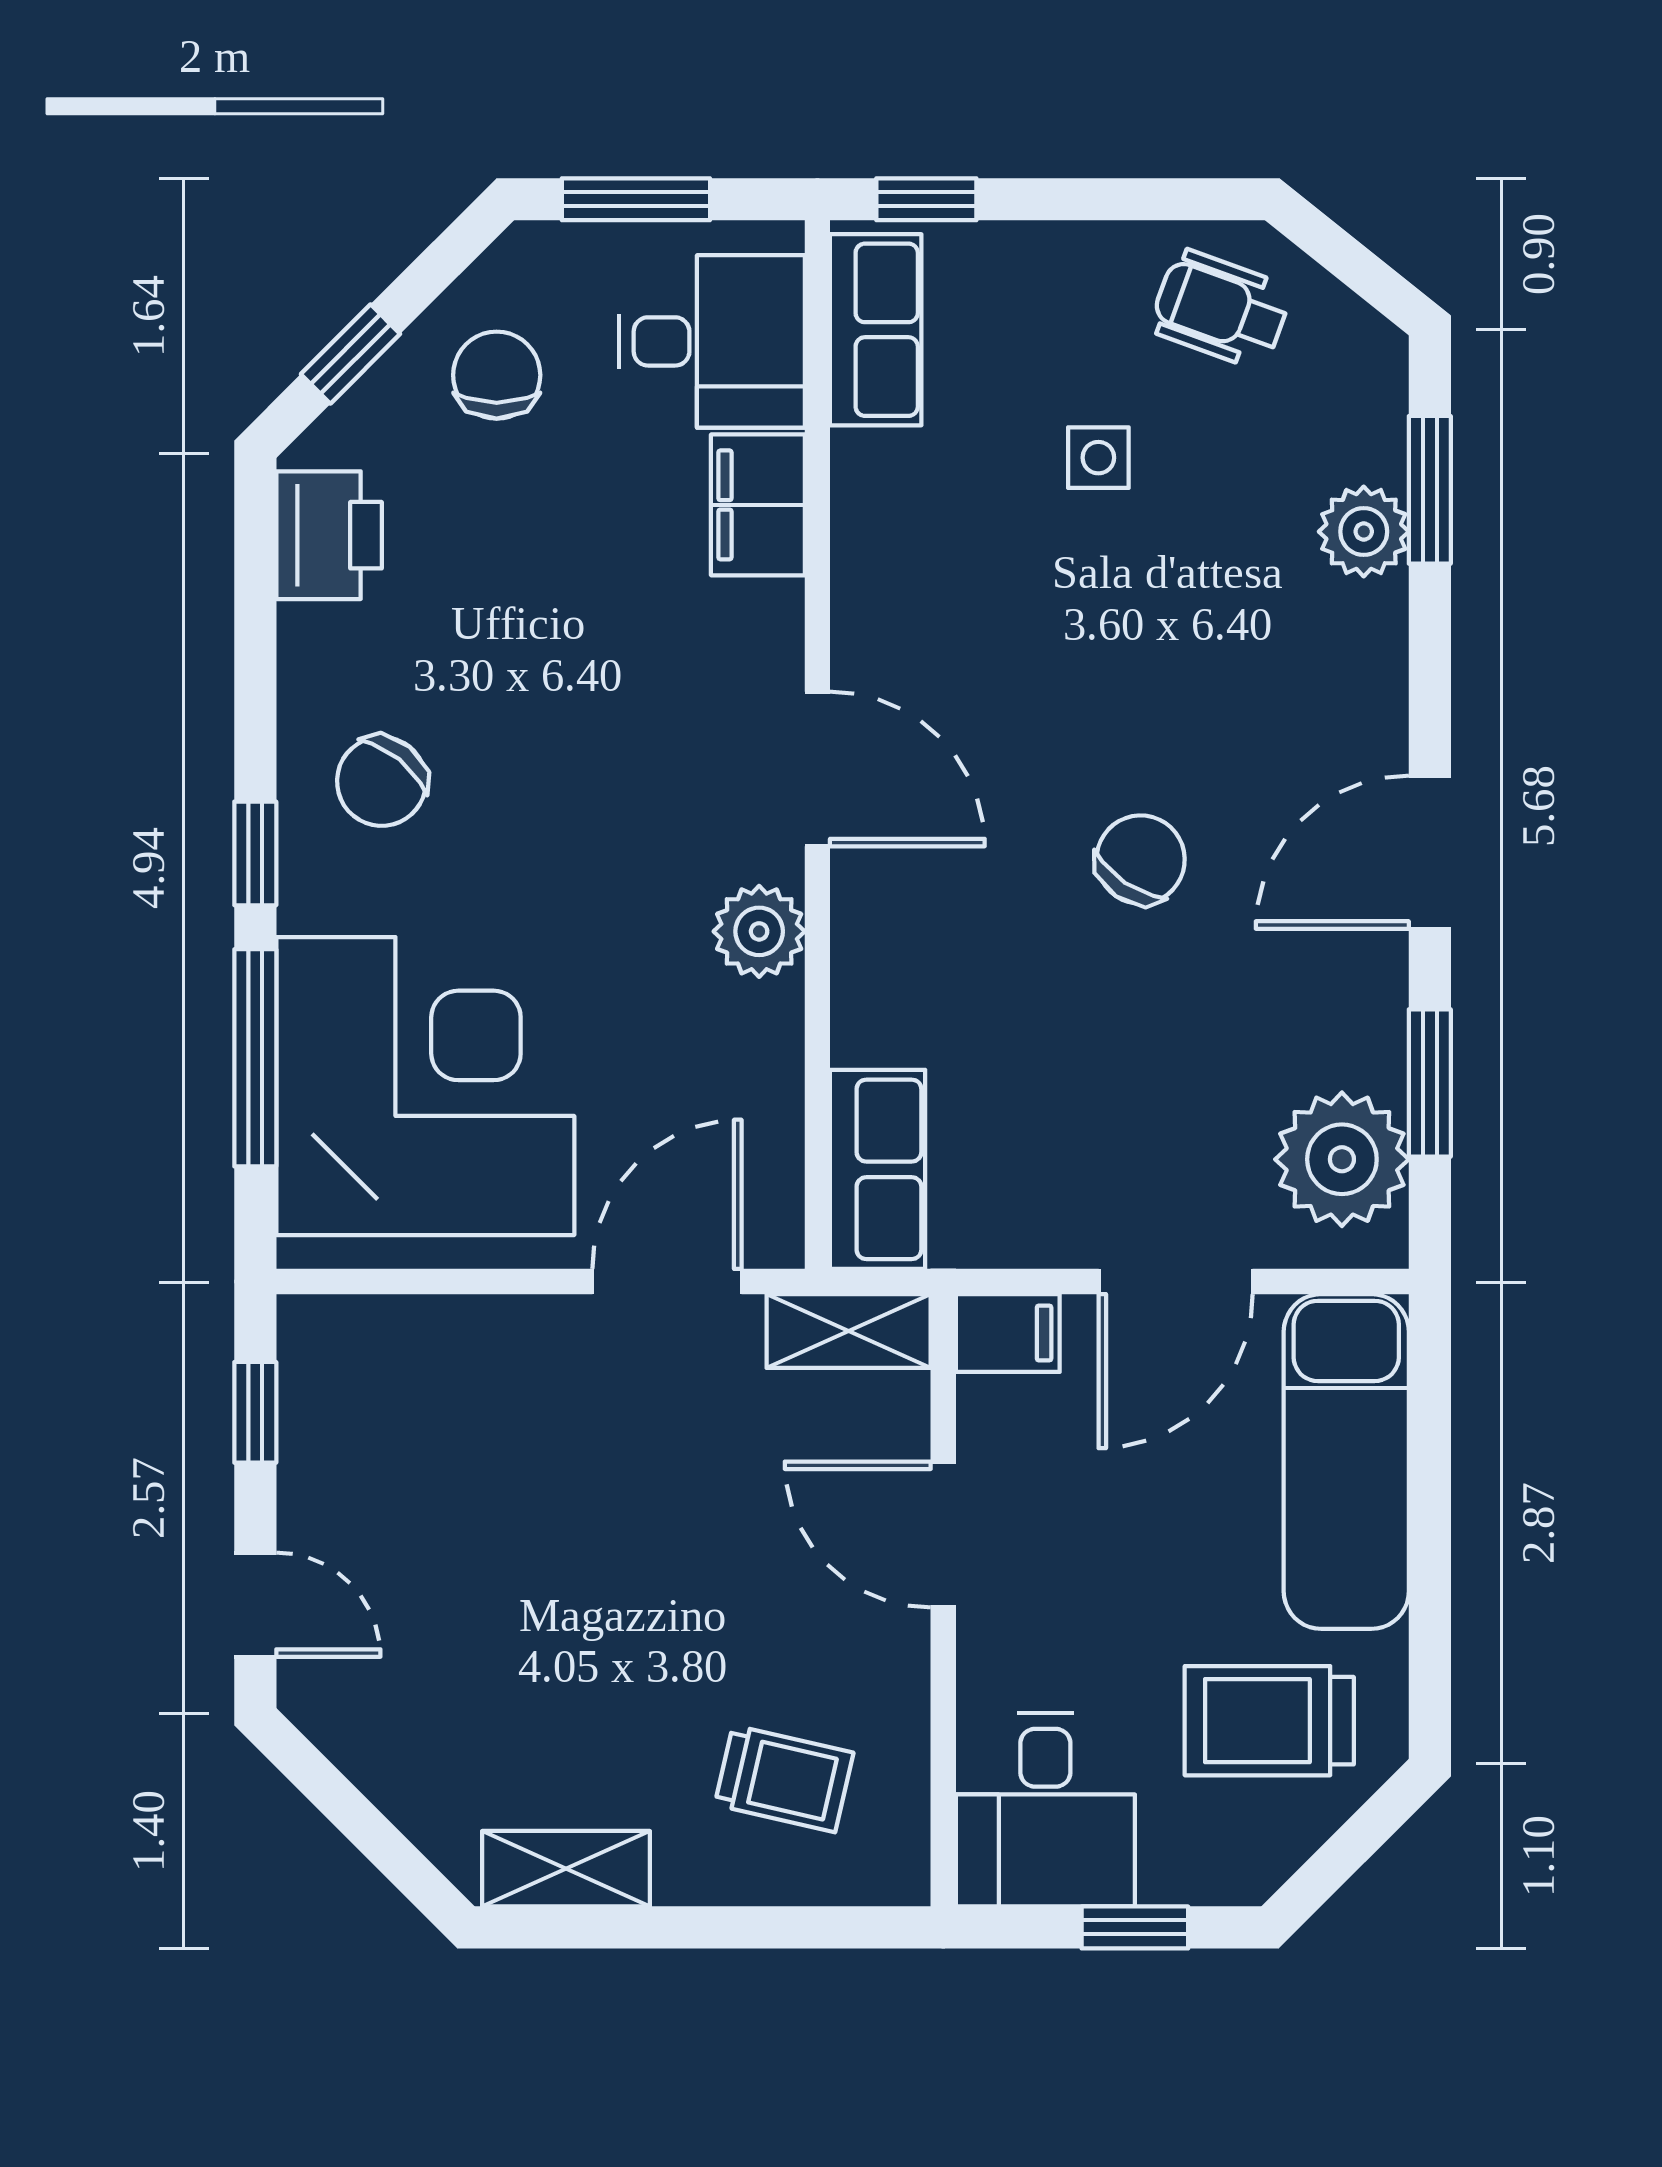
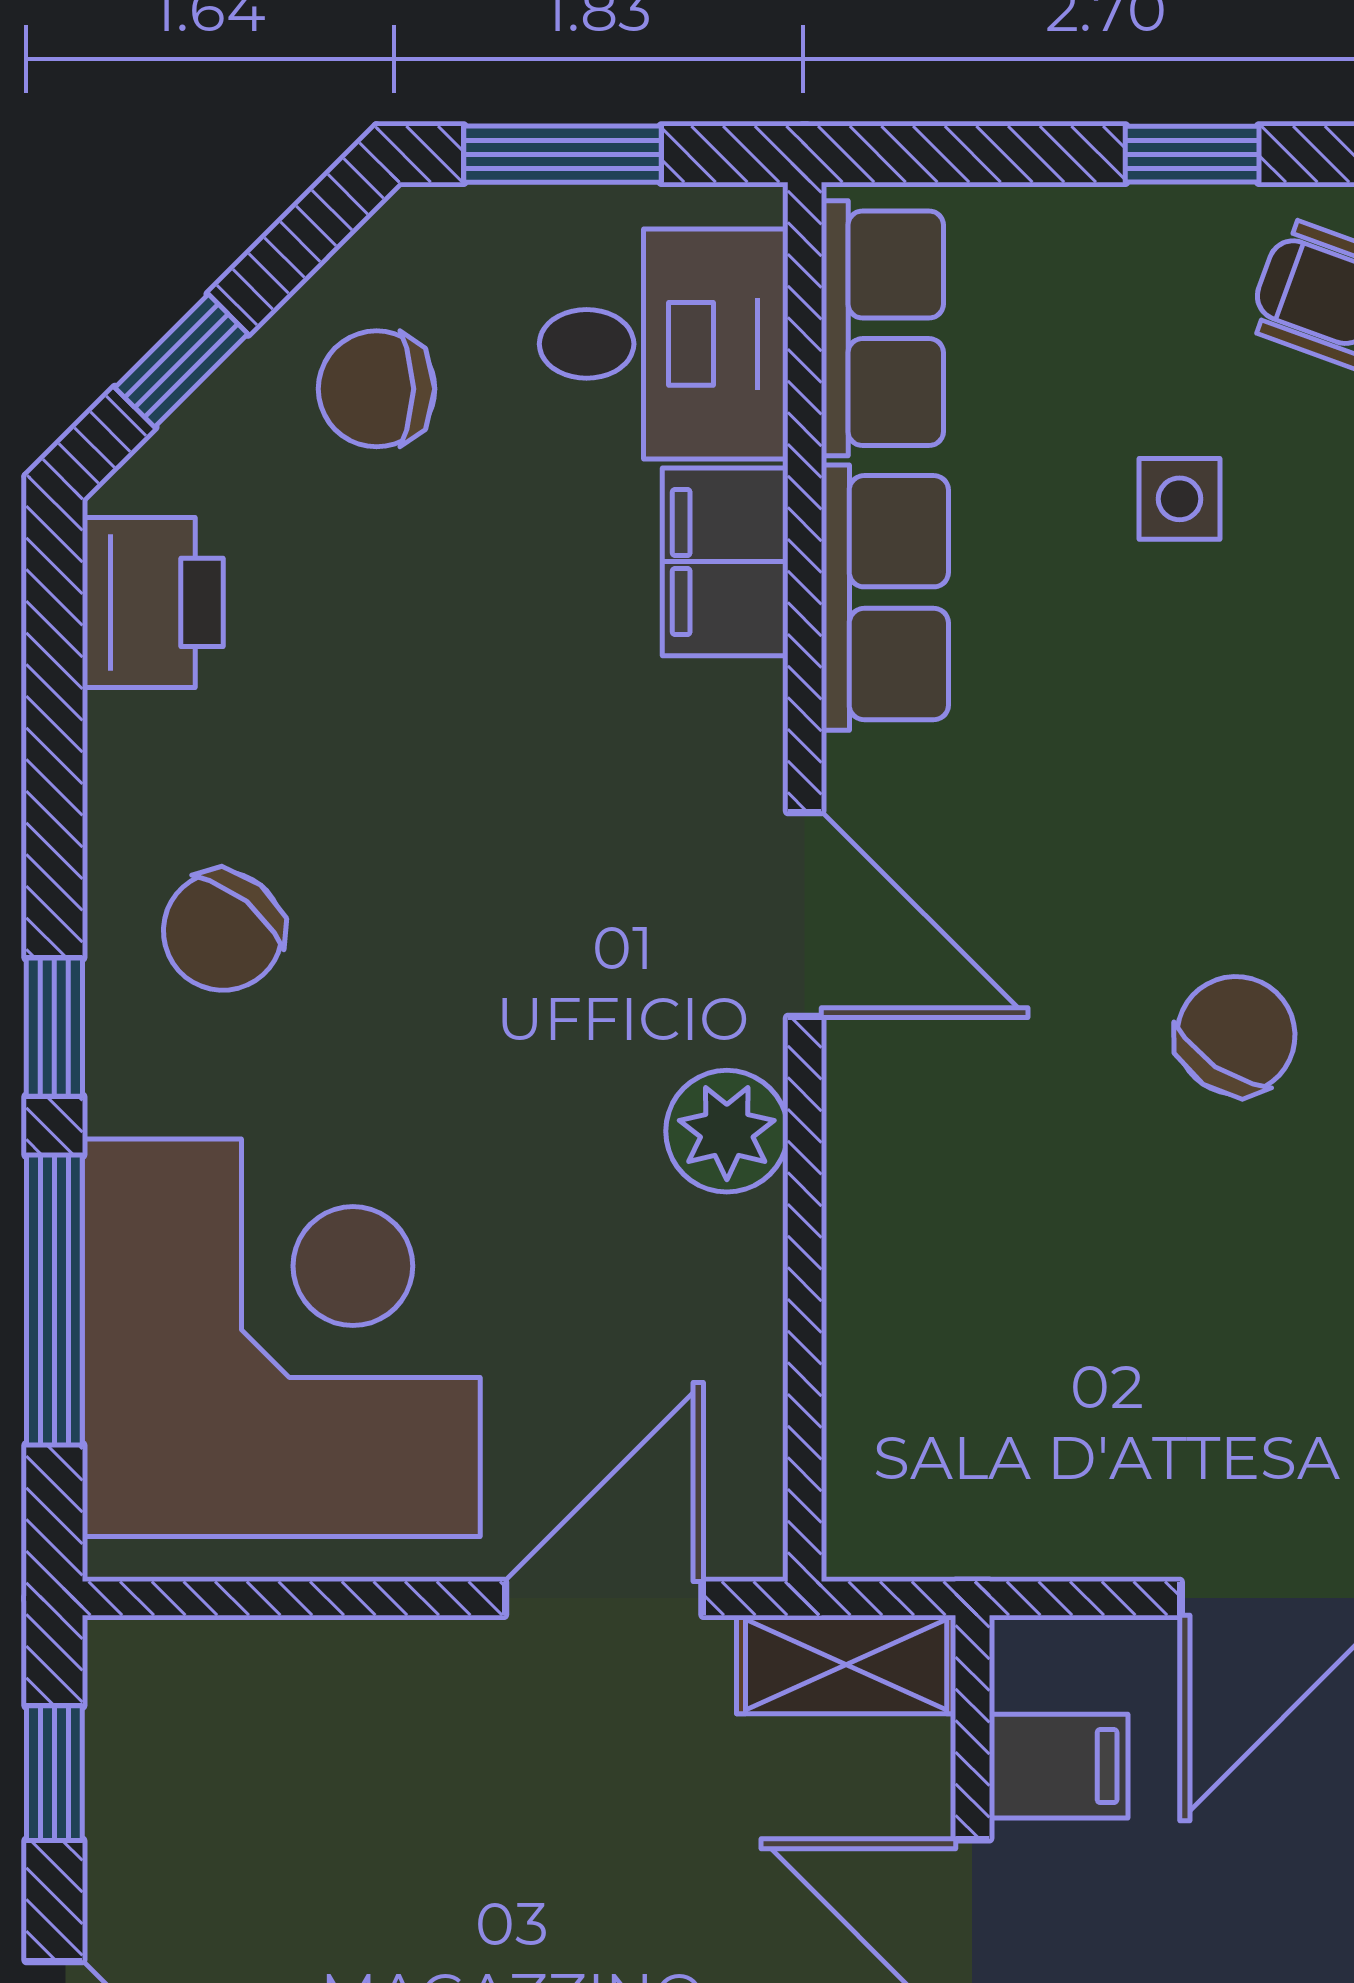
window: (926, 199) -> (1192, 154), moved
chair: (497, 375) -> (377, 389), turned -90
row of seats: (878, 1169) -> (885, 598), moved
filing cabinet: (1008, 1333) -> (1059, 1766), moved

